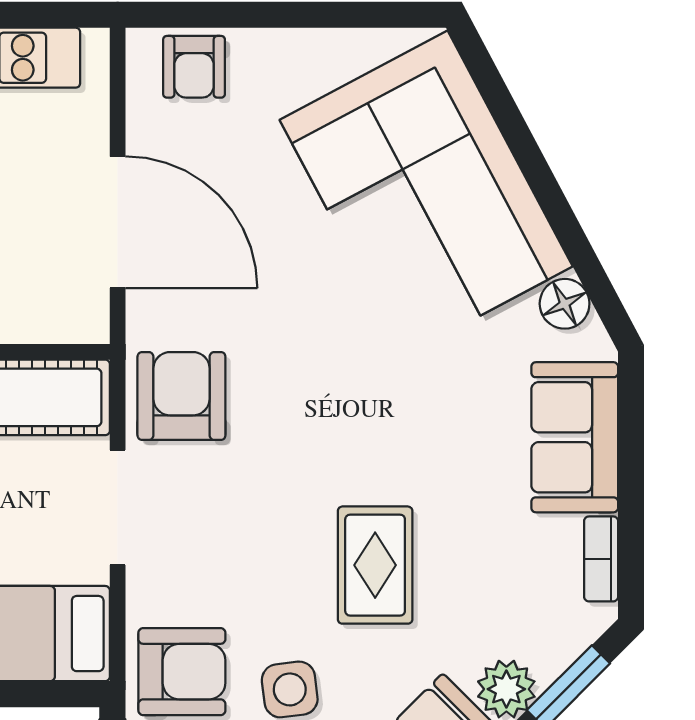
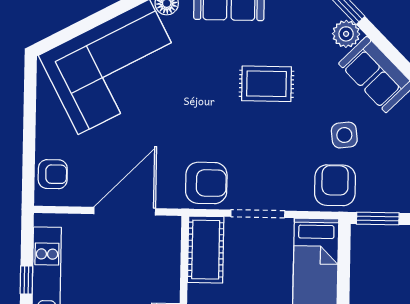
armchair: (181, 396) -> (206, 183), turned 180
rug: (375, 565) -> (267, 84), moved

